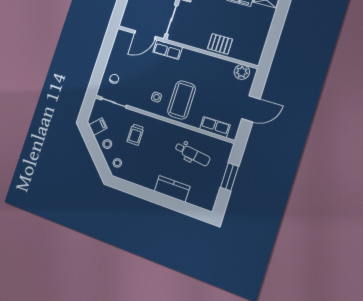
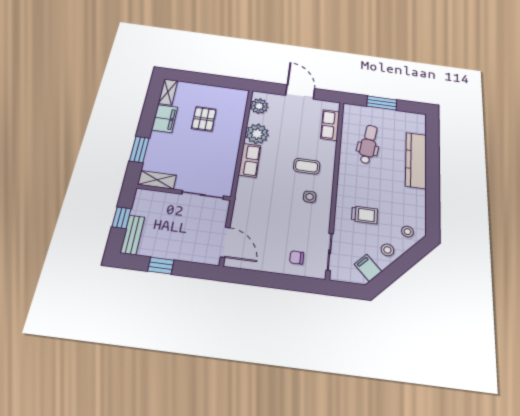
door: (145, 35) -> (225, 242), moved
pallet: (220, 44) -> (204, 119), moved
row of seats: (168, 50) -> (250, 160), moved
plant: (216, 66) -> (257, 134), added
coffee table: (181, 100) -> (307, 166), width x0.54, depth x0.58
kitchen counter: (172, 189) -> (416, 160), width x1.50

